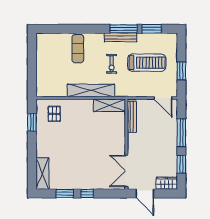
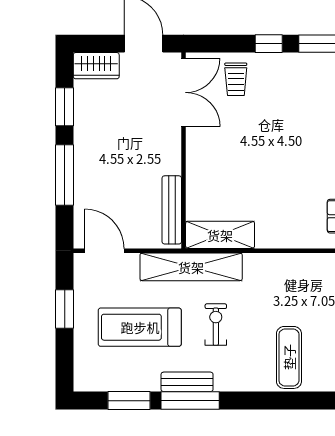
bench: (121, 37) -> (187, 382), width x0.73
shelving: (91, 90) -> (191, 267), moved
trolley: (102, 177) -> (236, 79), added

